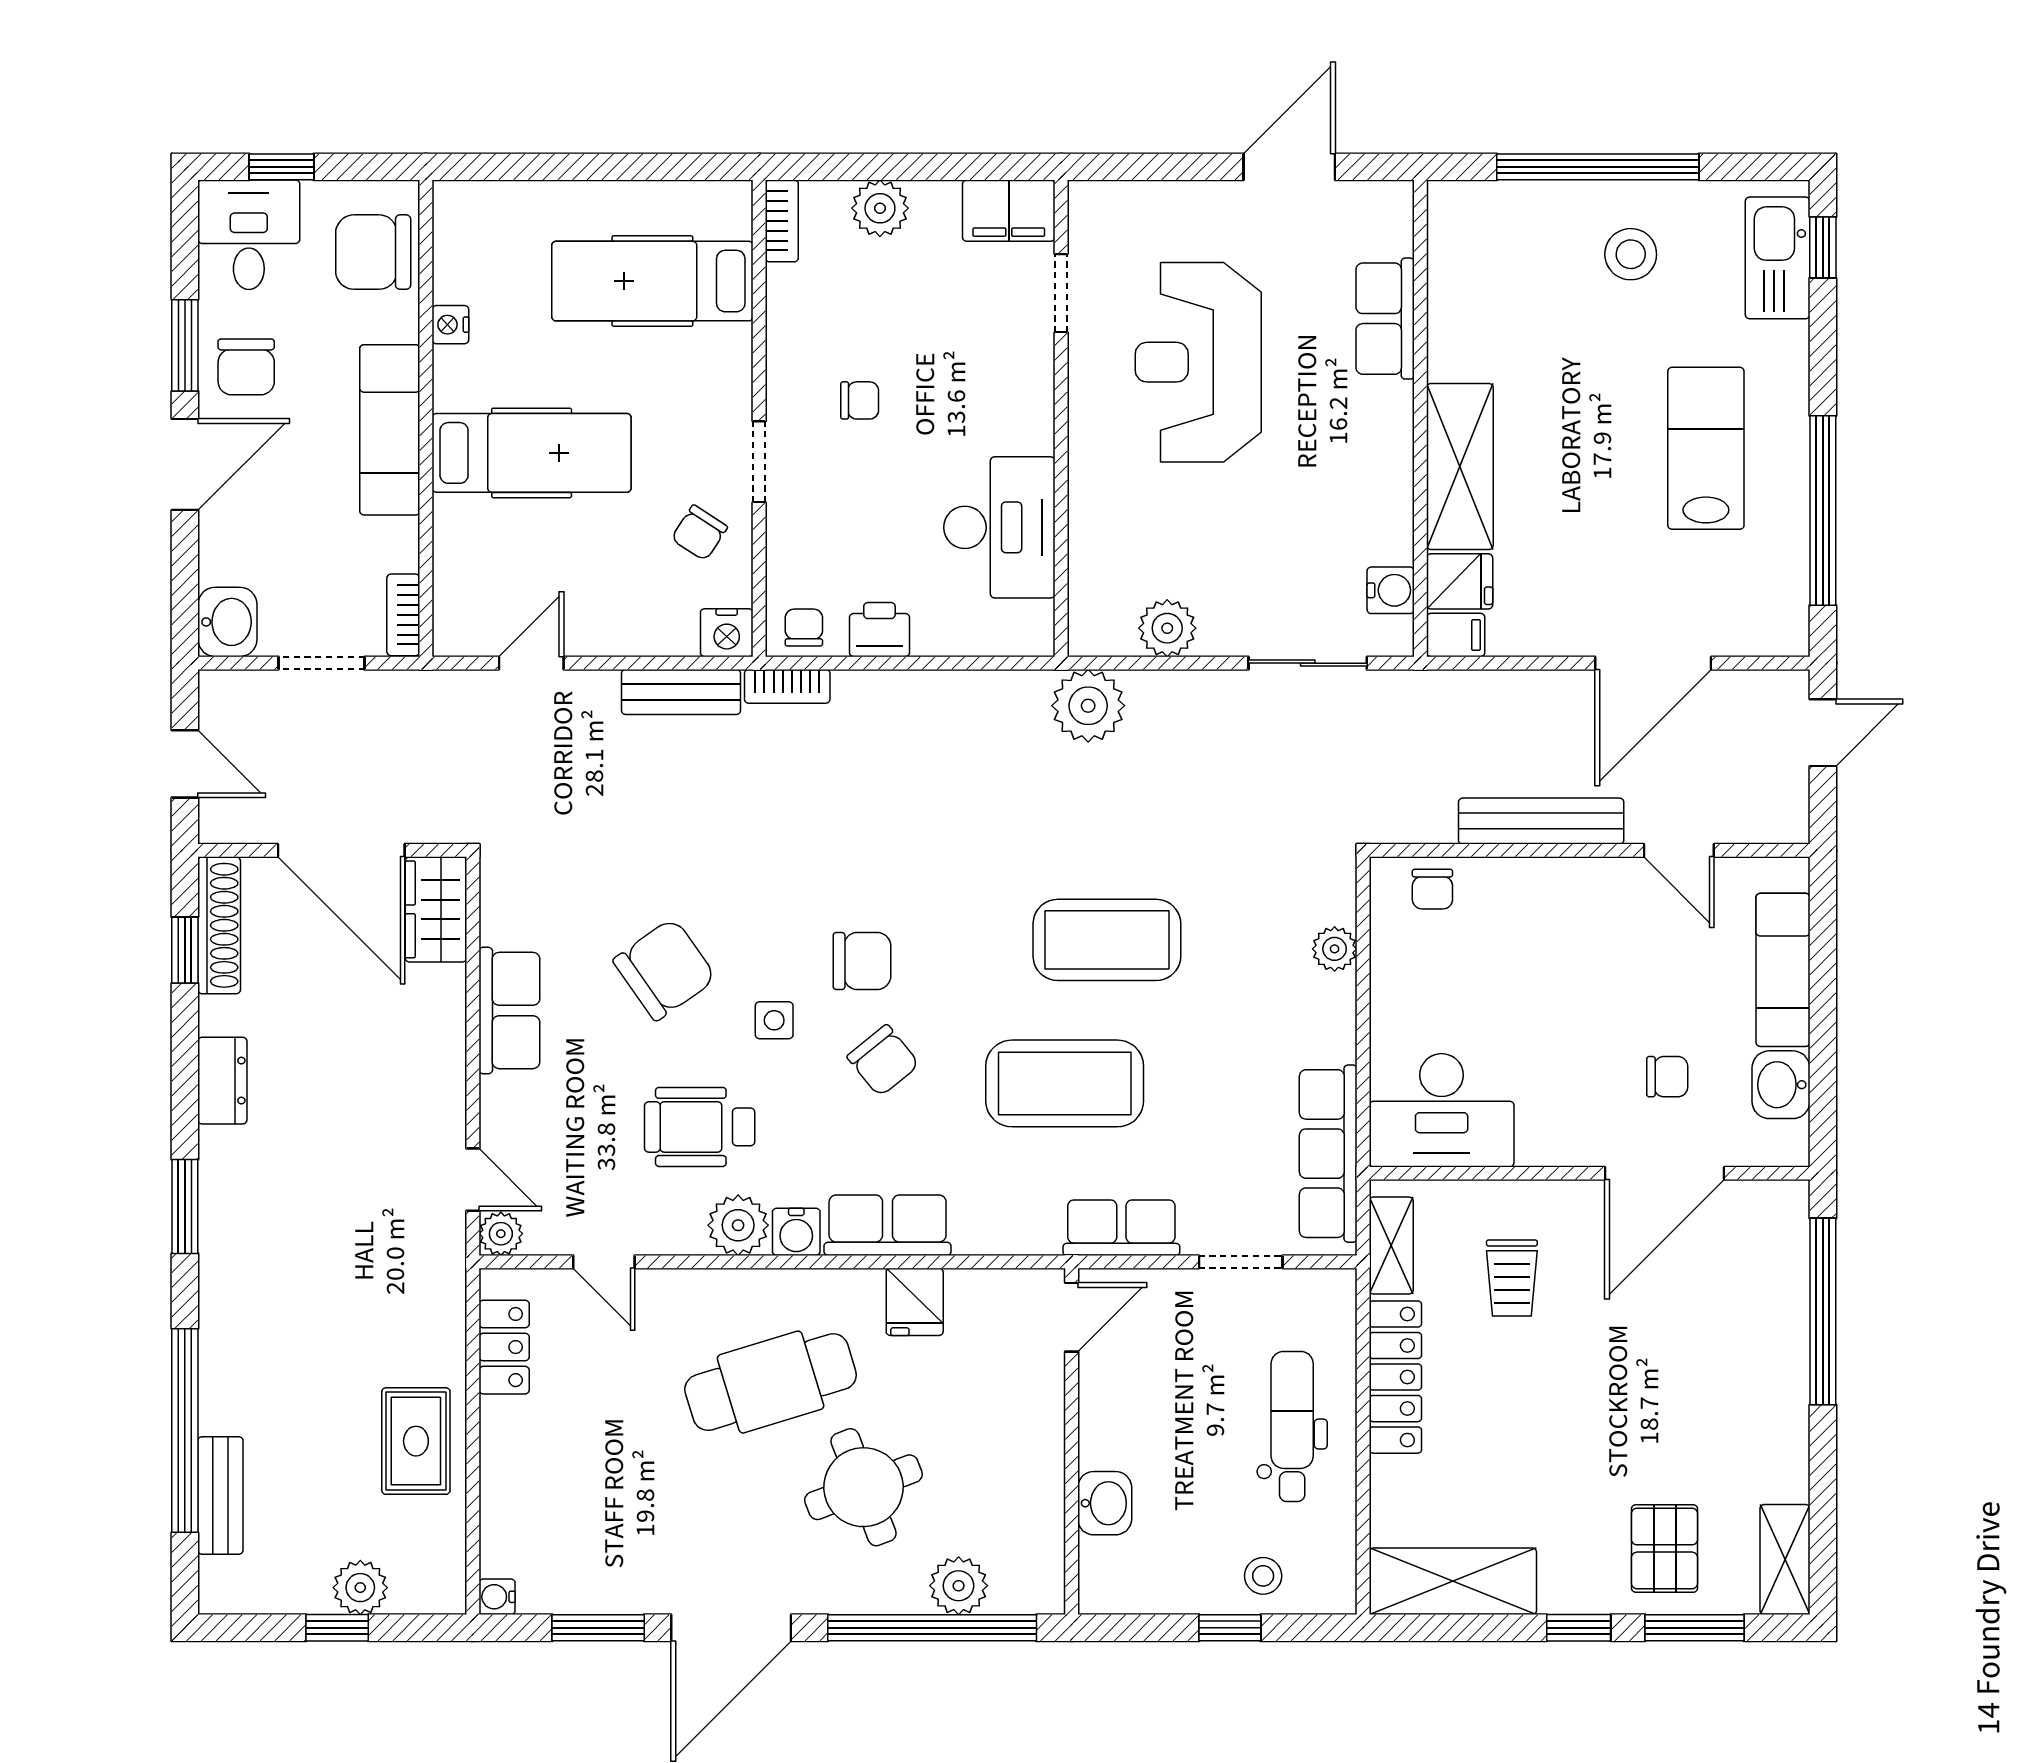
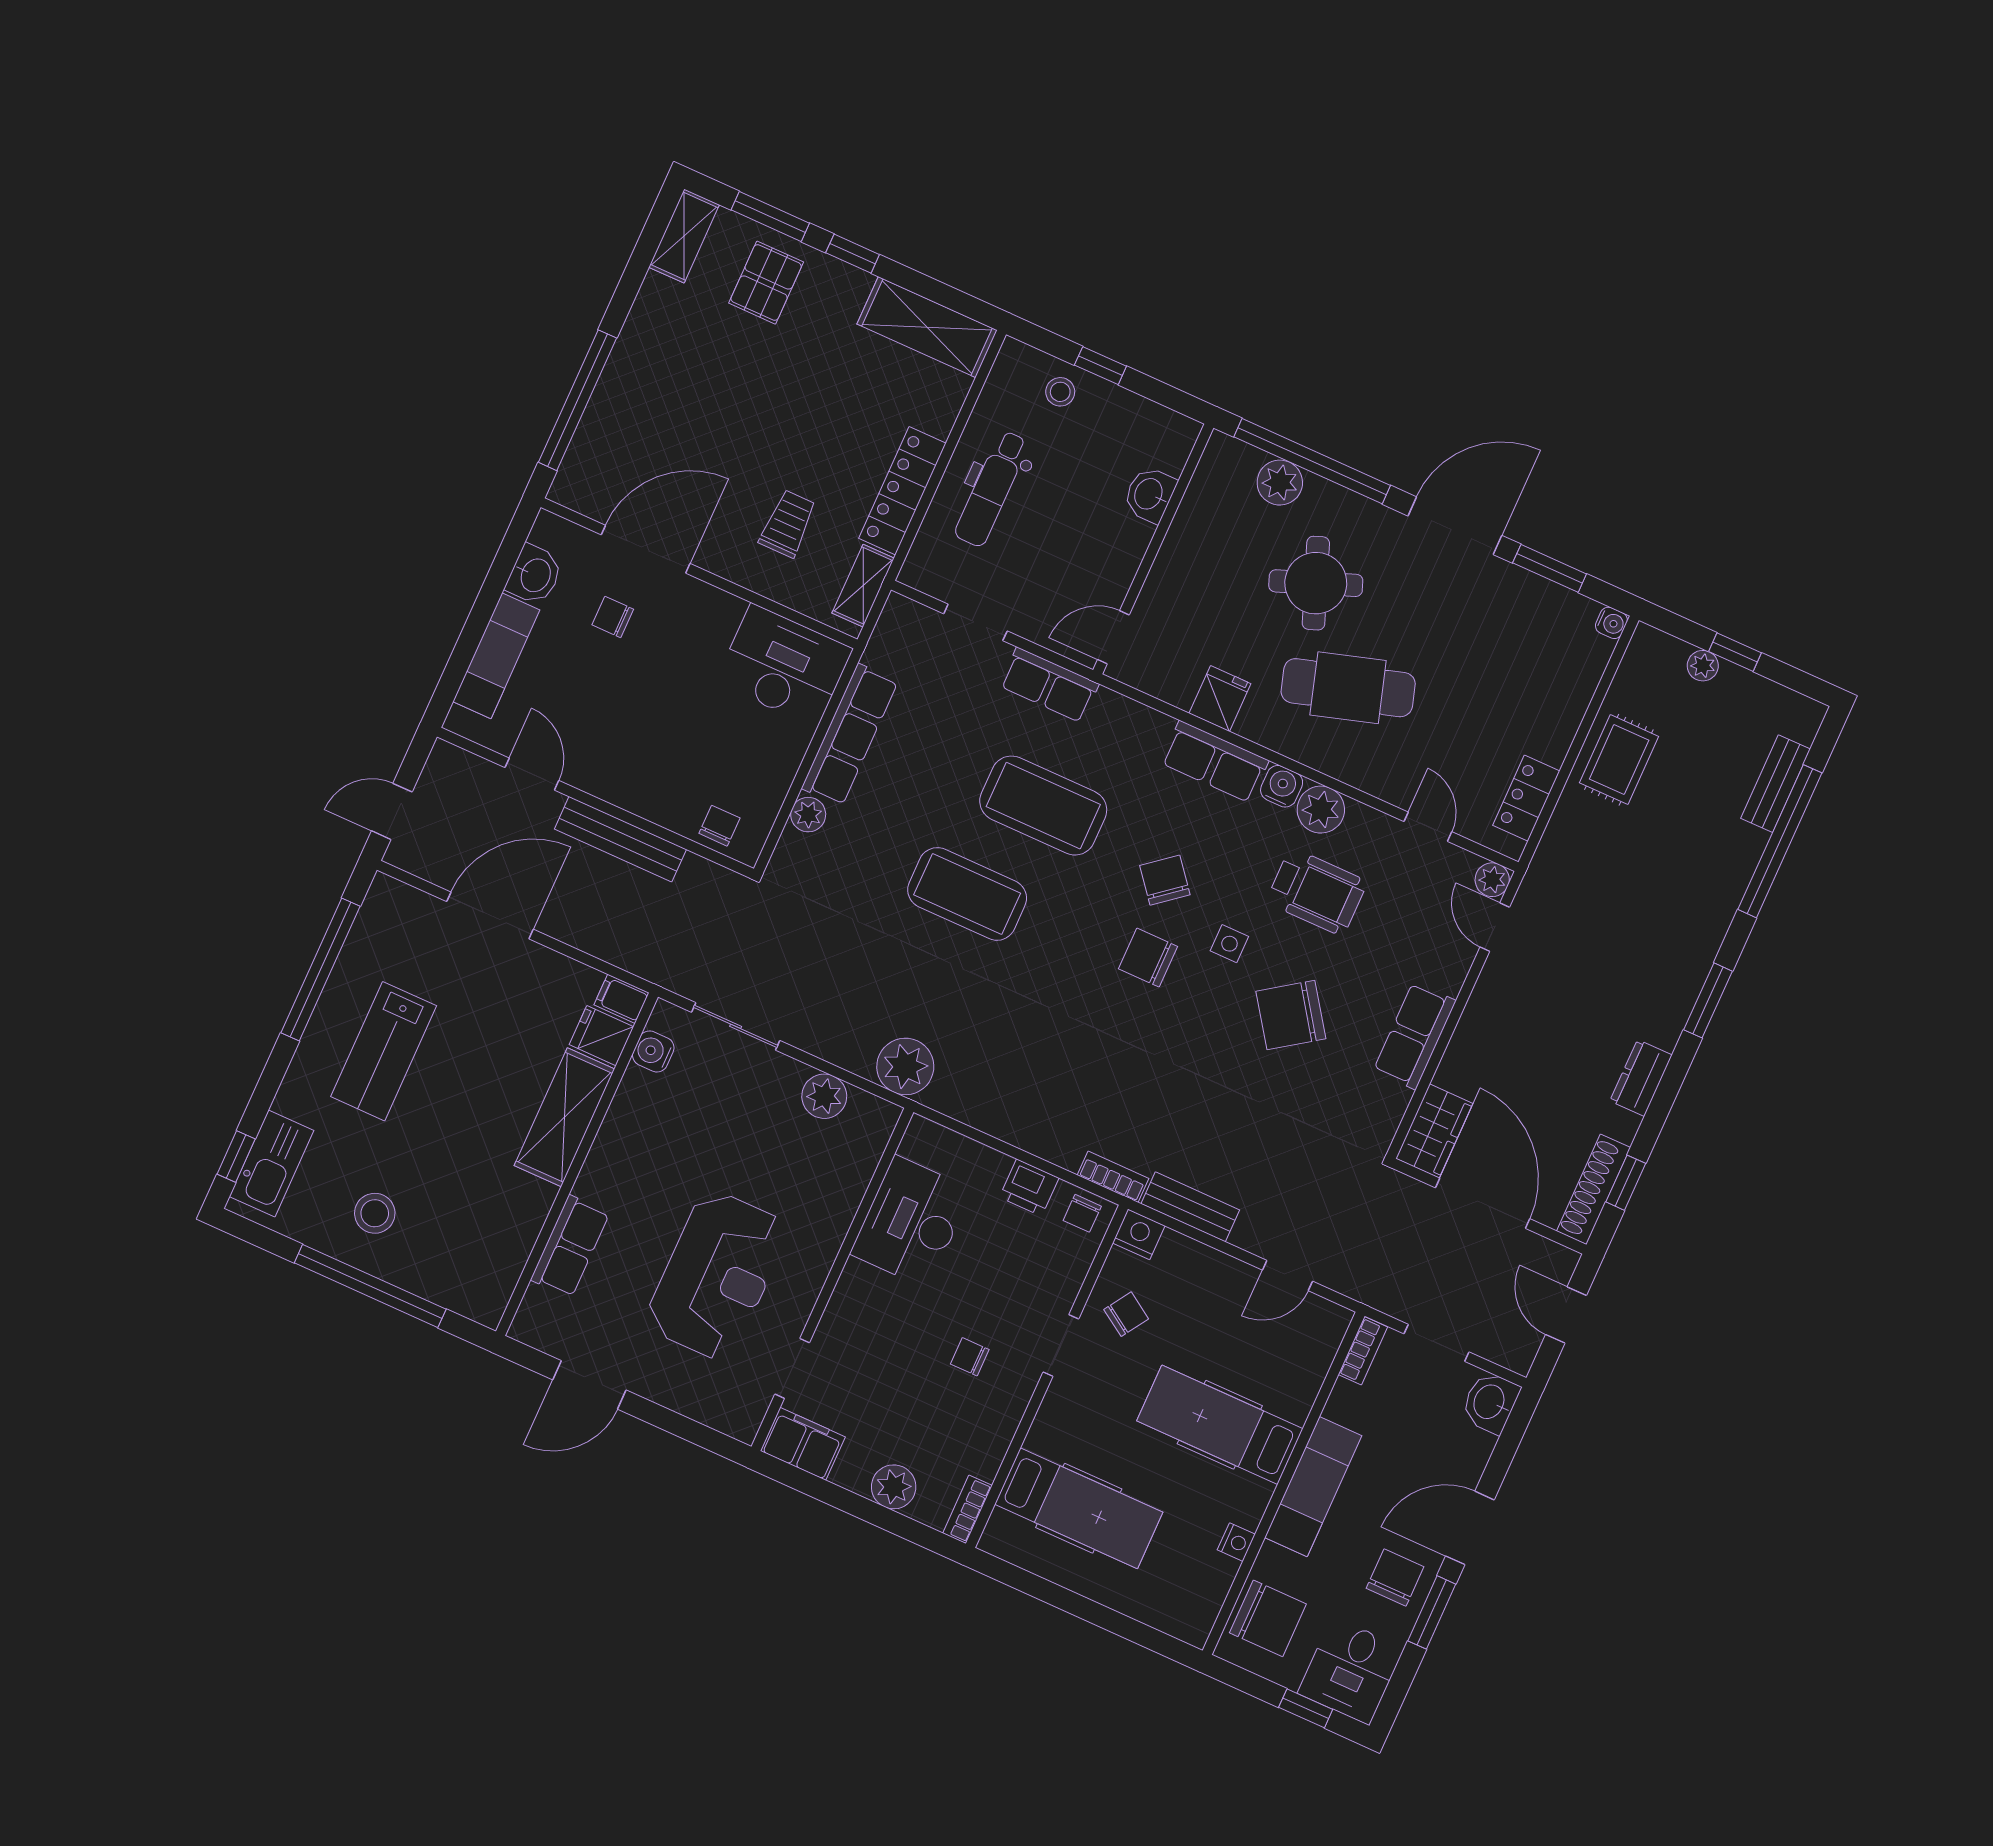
row of seats: (1328, 1154) -> (850, 735), moved
plant: (360, 1588) -> (1703, 666), width x0.73, depth x0.73

